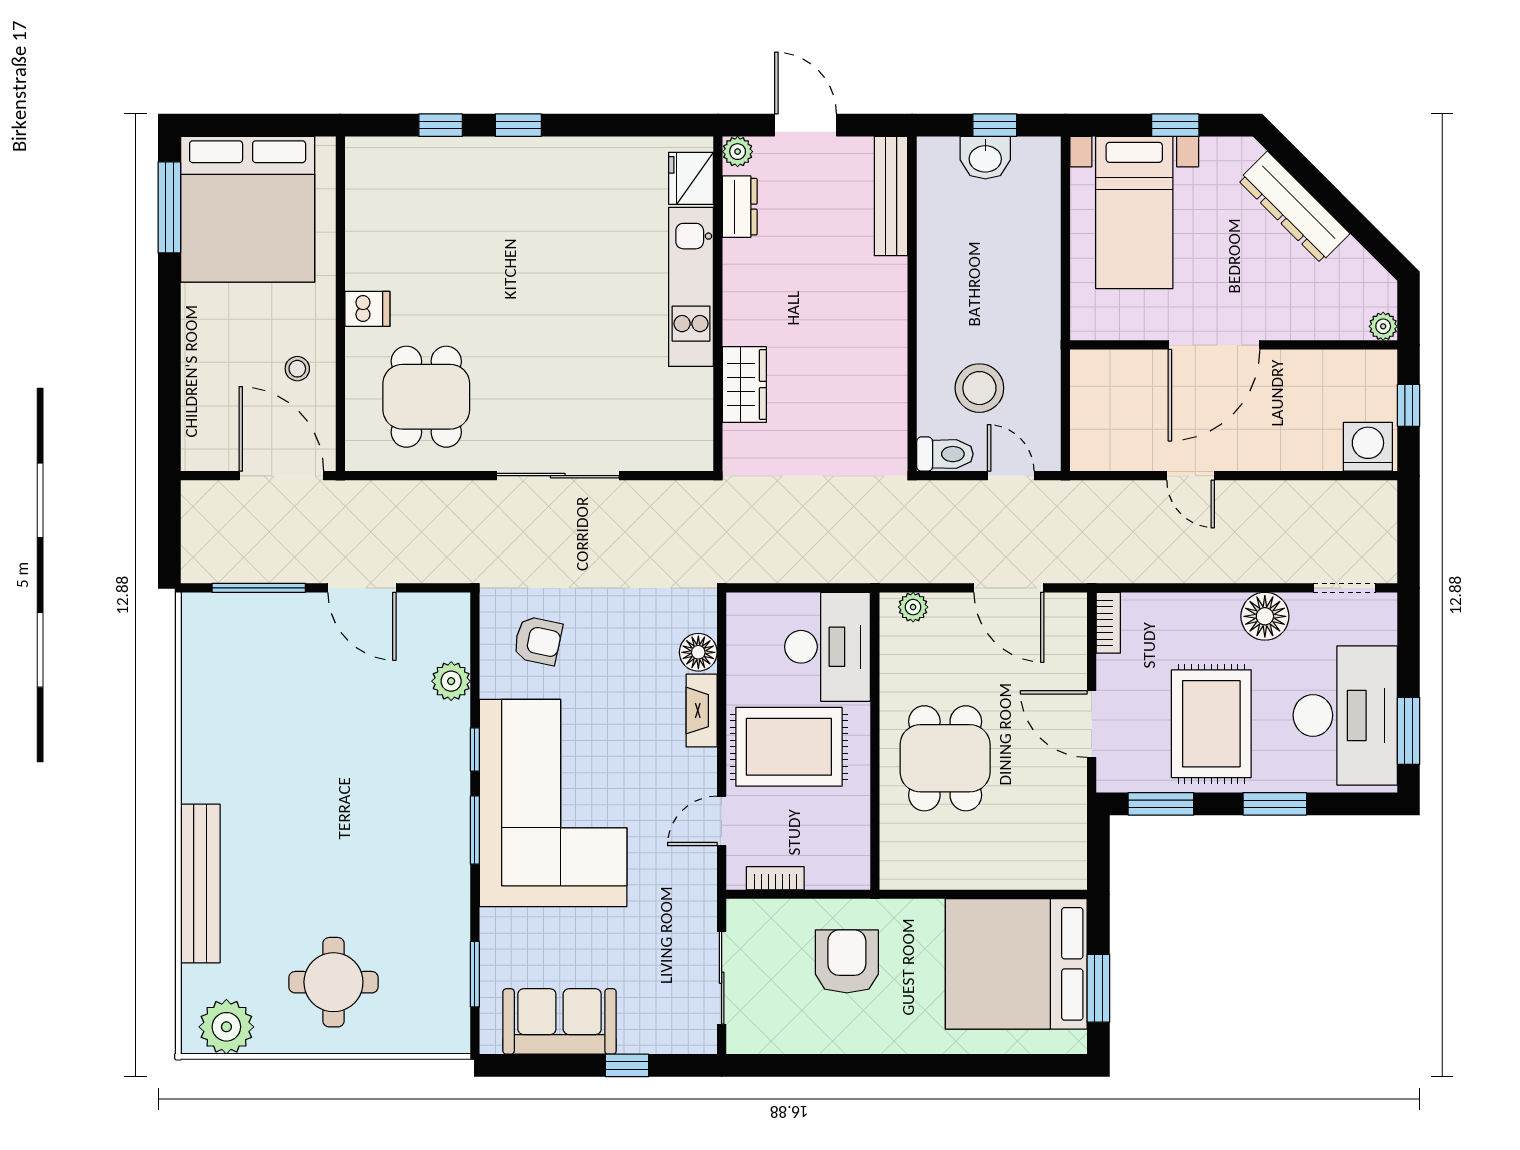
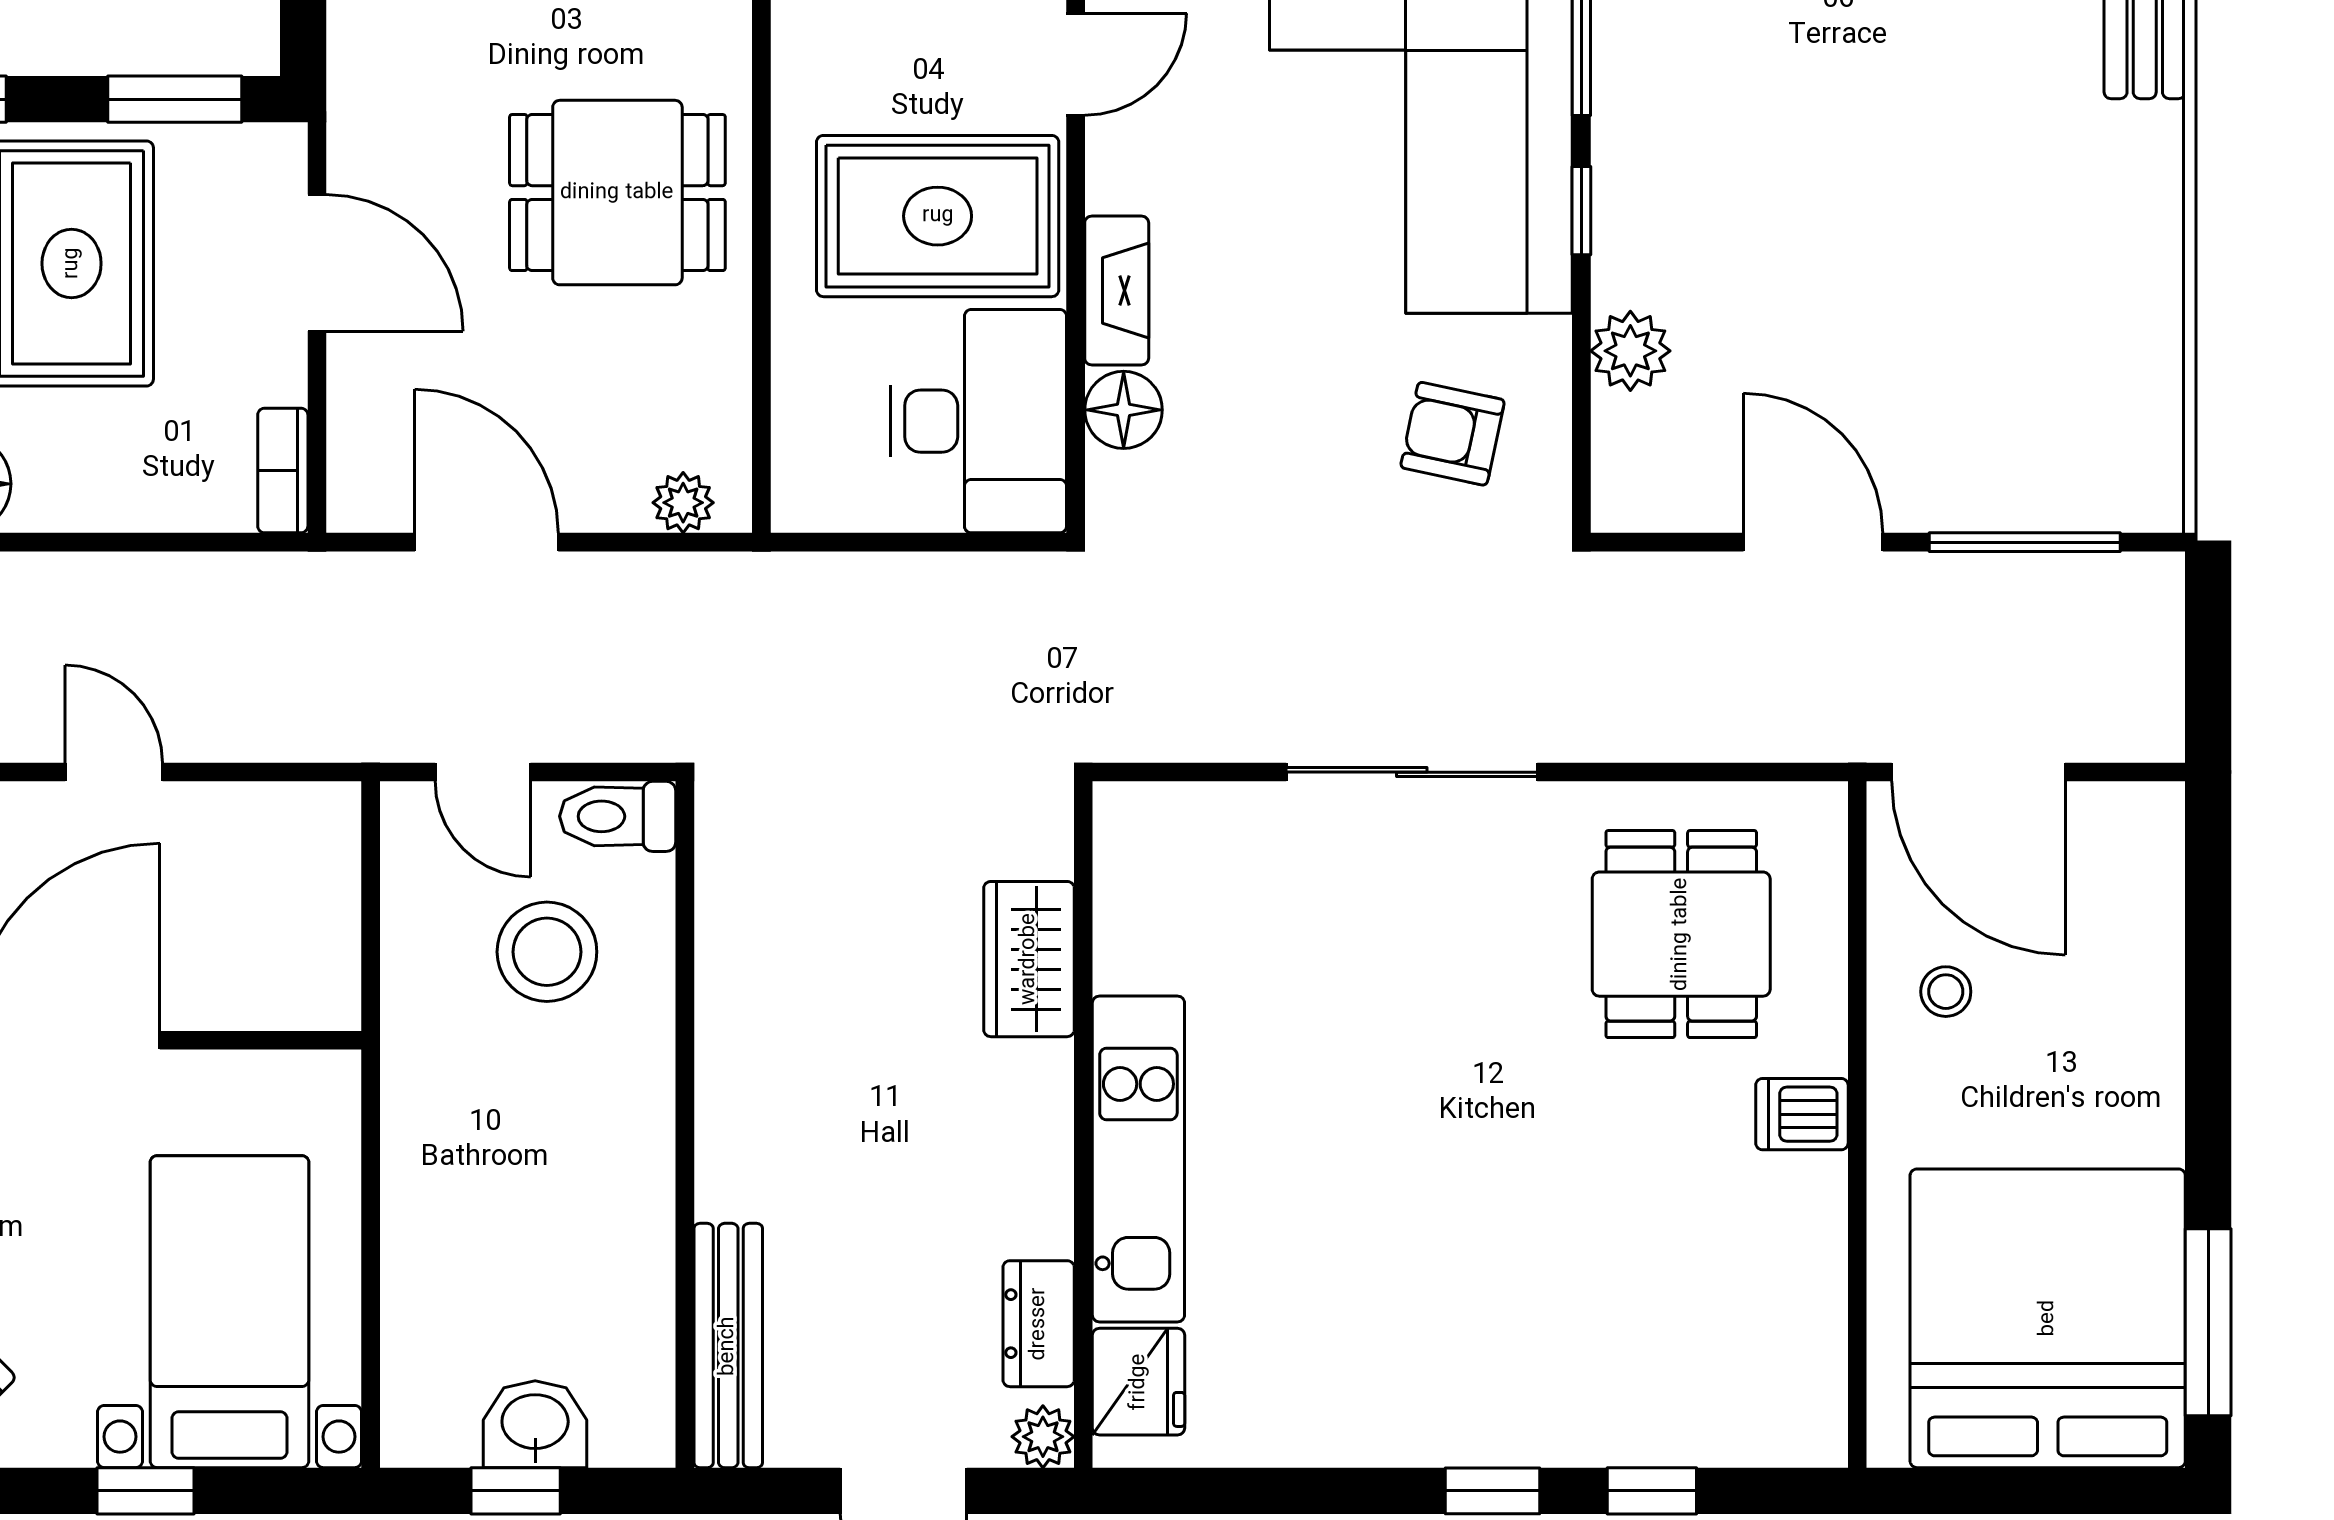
desk: (828, 647) -> (979, 421), moved, turned 180
dining table: (945, 758) -> (617, 193), turned 90

